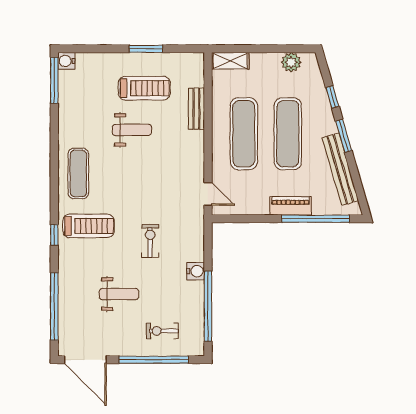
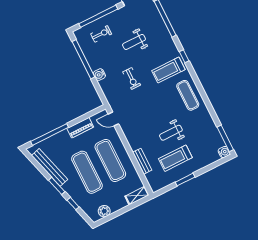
piano: (290, 206) -> (80, 128), moved

